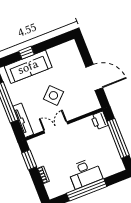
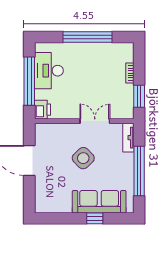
tv unit: (23, 120) -> (128, 138), width x0.71
double door: (56, 127) -> (95, 121), swing flipped
desk: (85, 173) -> (49, 71), moved, turned -90

